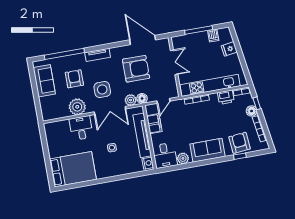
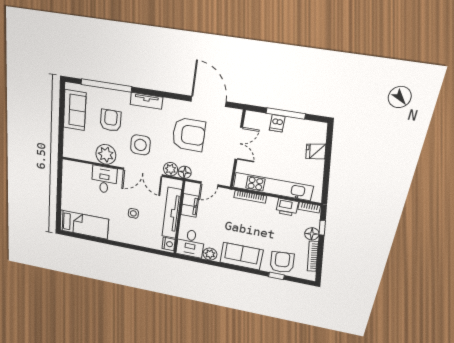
dishwasher: (213, 36) -> (277, 123), moved
bed: (73, 169) -> (84, 225), width x0.67

